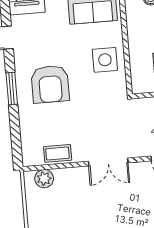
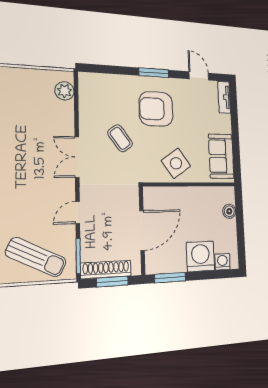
side table: (105, 60) -> (176, 163), turned -35
coffee table: (58, 153) -> (120, 138), moved, turned -36

